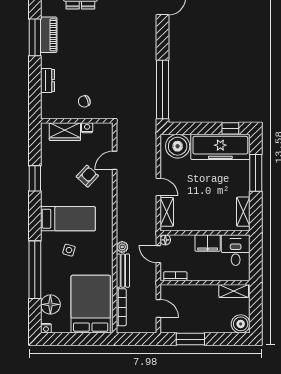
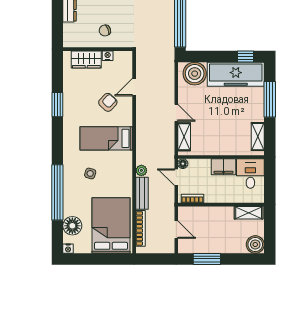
bed: (68, 219) -> (106, 138), moved, turned 180

